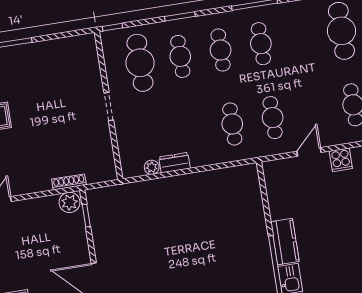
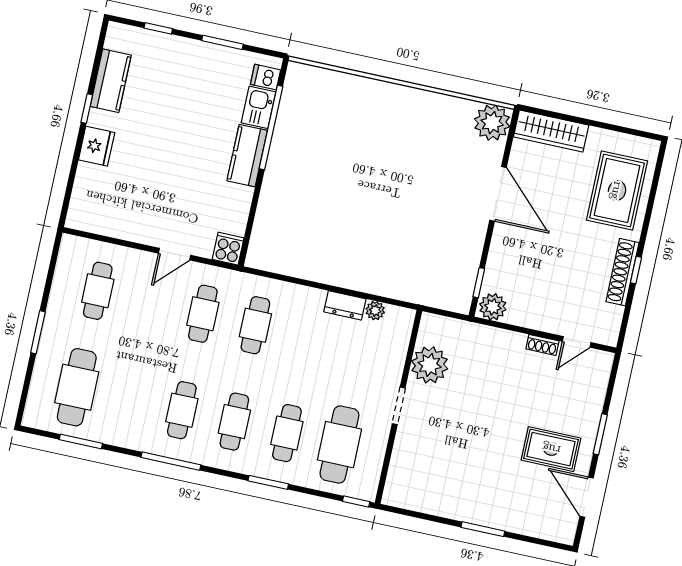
plant: (98, 144) -> (430, 365), added
cooker: (341, 160) -> (228, 249), moved
shoe rack: (69, 182) -> (542, 345), moved, width x0.70

